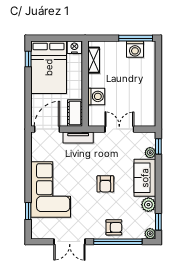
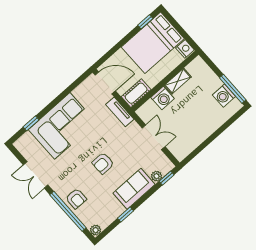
shelving: (94, 60) -> (178, 81), moved
plant: (148, 205) -> (116, 209), removed
window: (158, 222) -> (125, 215), moved

